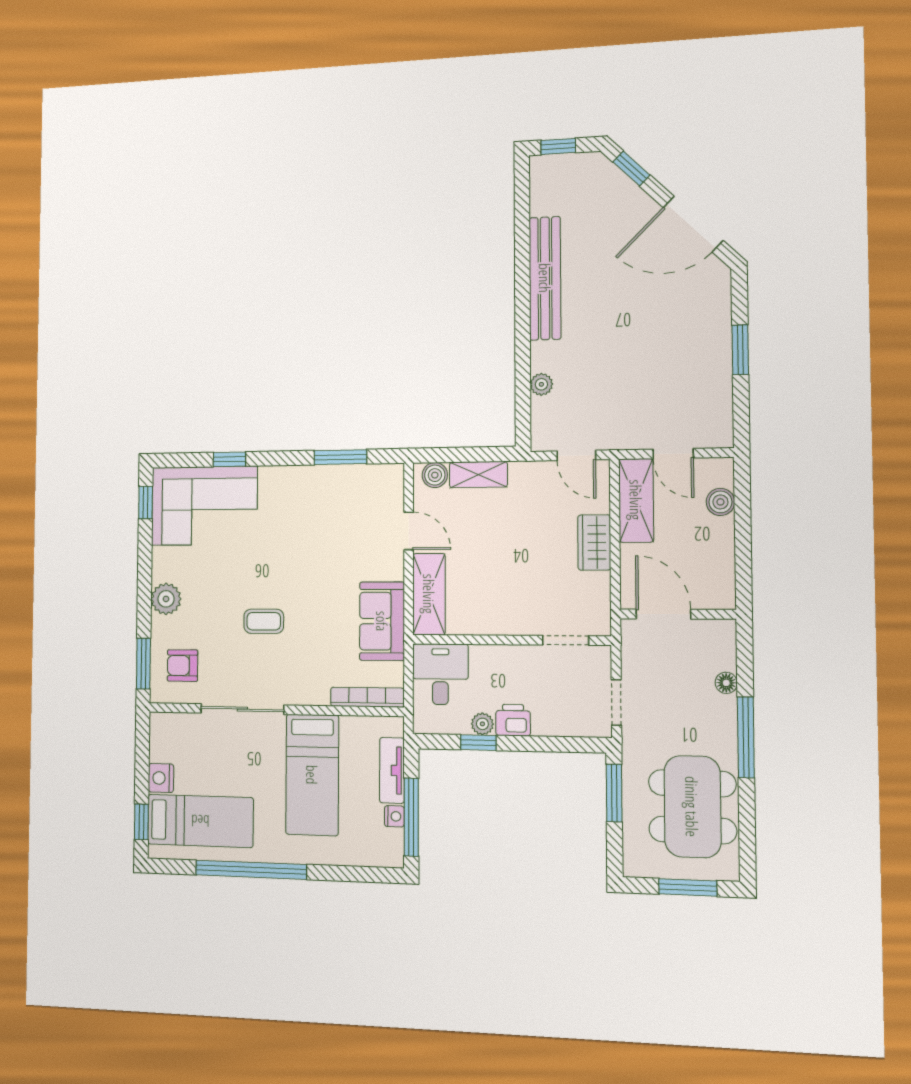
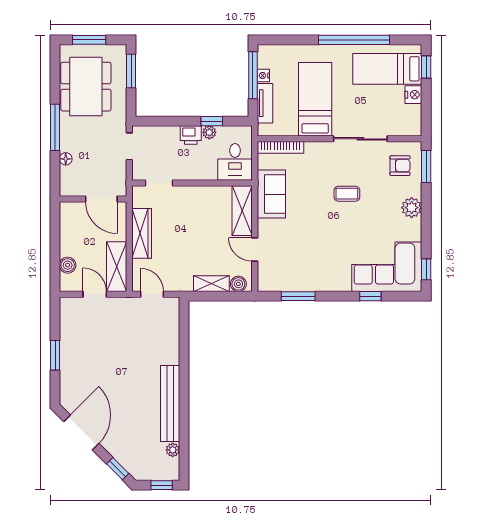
door: (693, 224) -> (81, 433), hinge flipped
plant: (541, 384) -> (173, 450), moved
wardrobe: (594, 542) -> (142, 233), width x1.50
window: (614, 793) -> (131, 71), moved

